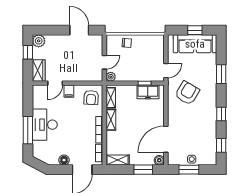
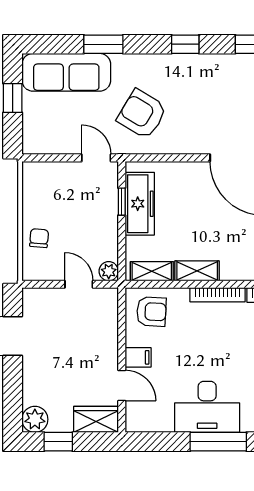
sofa: (195, 44) -> (66, 72), moved, turned 90
freezer: (148, 92) -> (140, 204), width x1.40

